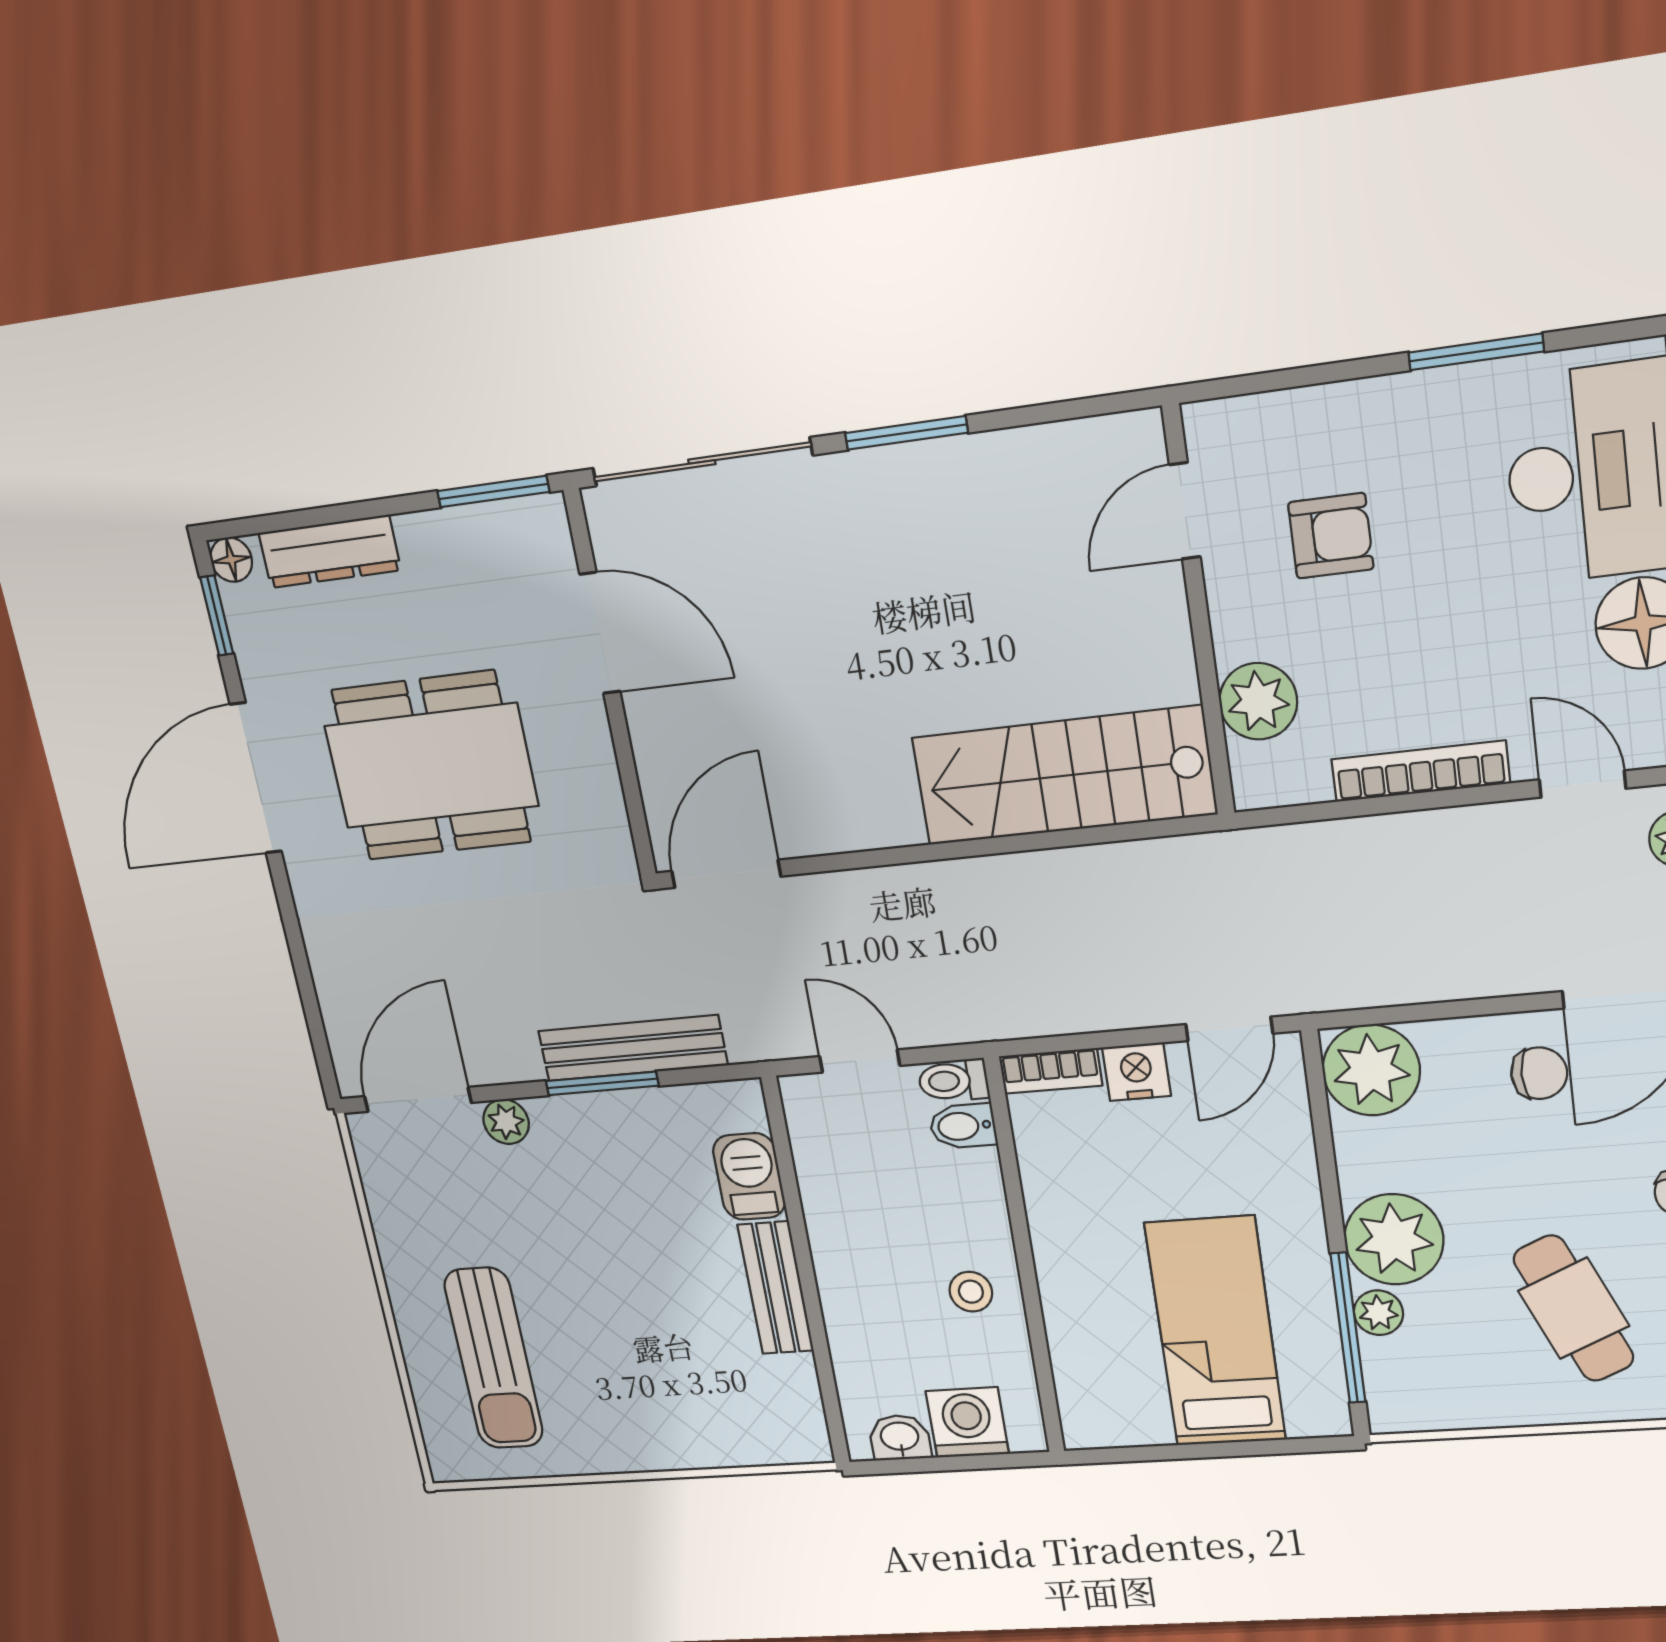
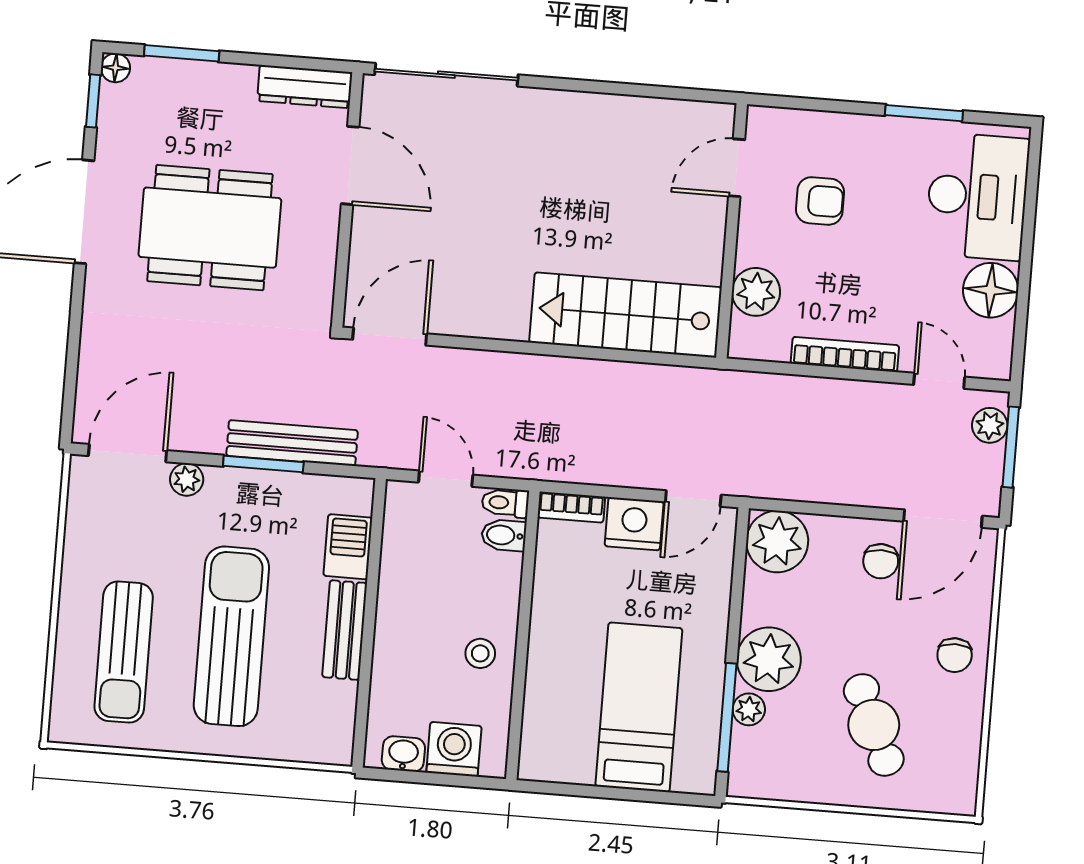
window: (906, 433) -> (579, 85), removed
window: (493, 492) -> (182, 53), moved
dresser: (330, 552) -> (305, 87), moved
nightstand: (1136, 1072) -> (634, 524), width x1.36, depth x1.33
chair: (1539, 1073) -> (881, 561), turned 90
sun lounger: (627, 1318) -> (231, 636), added

